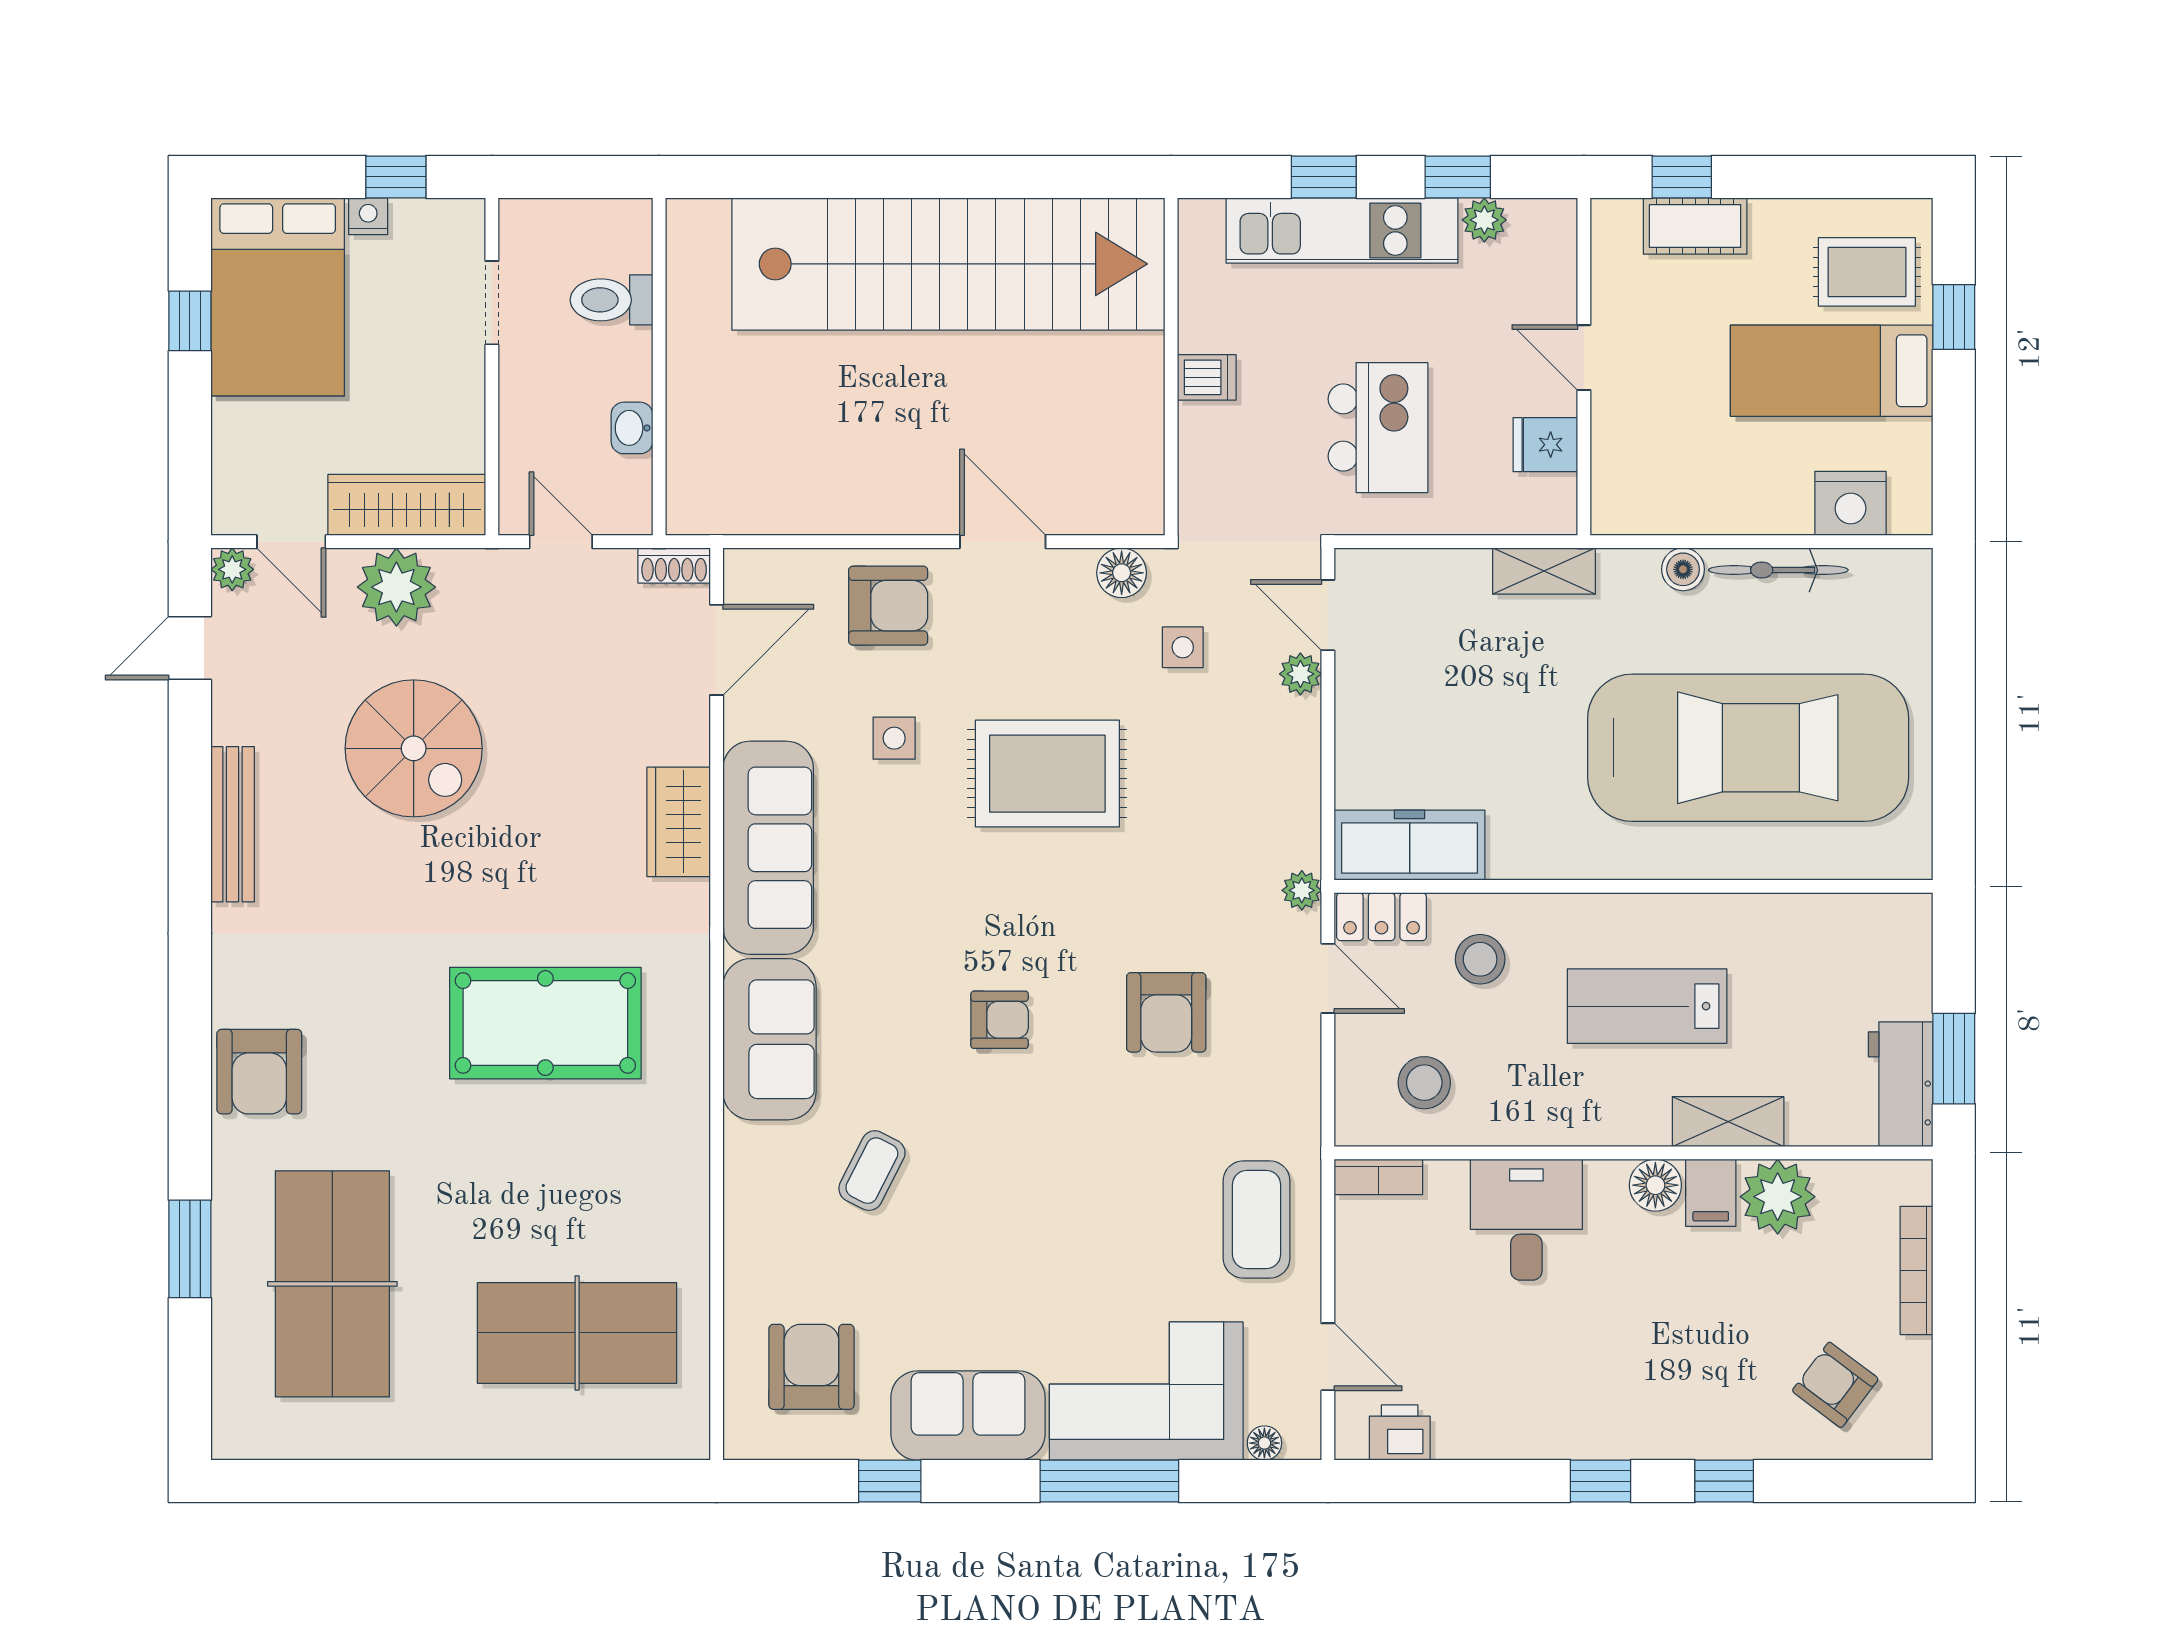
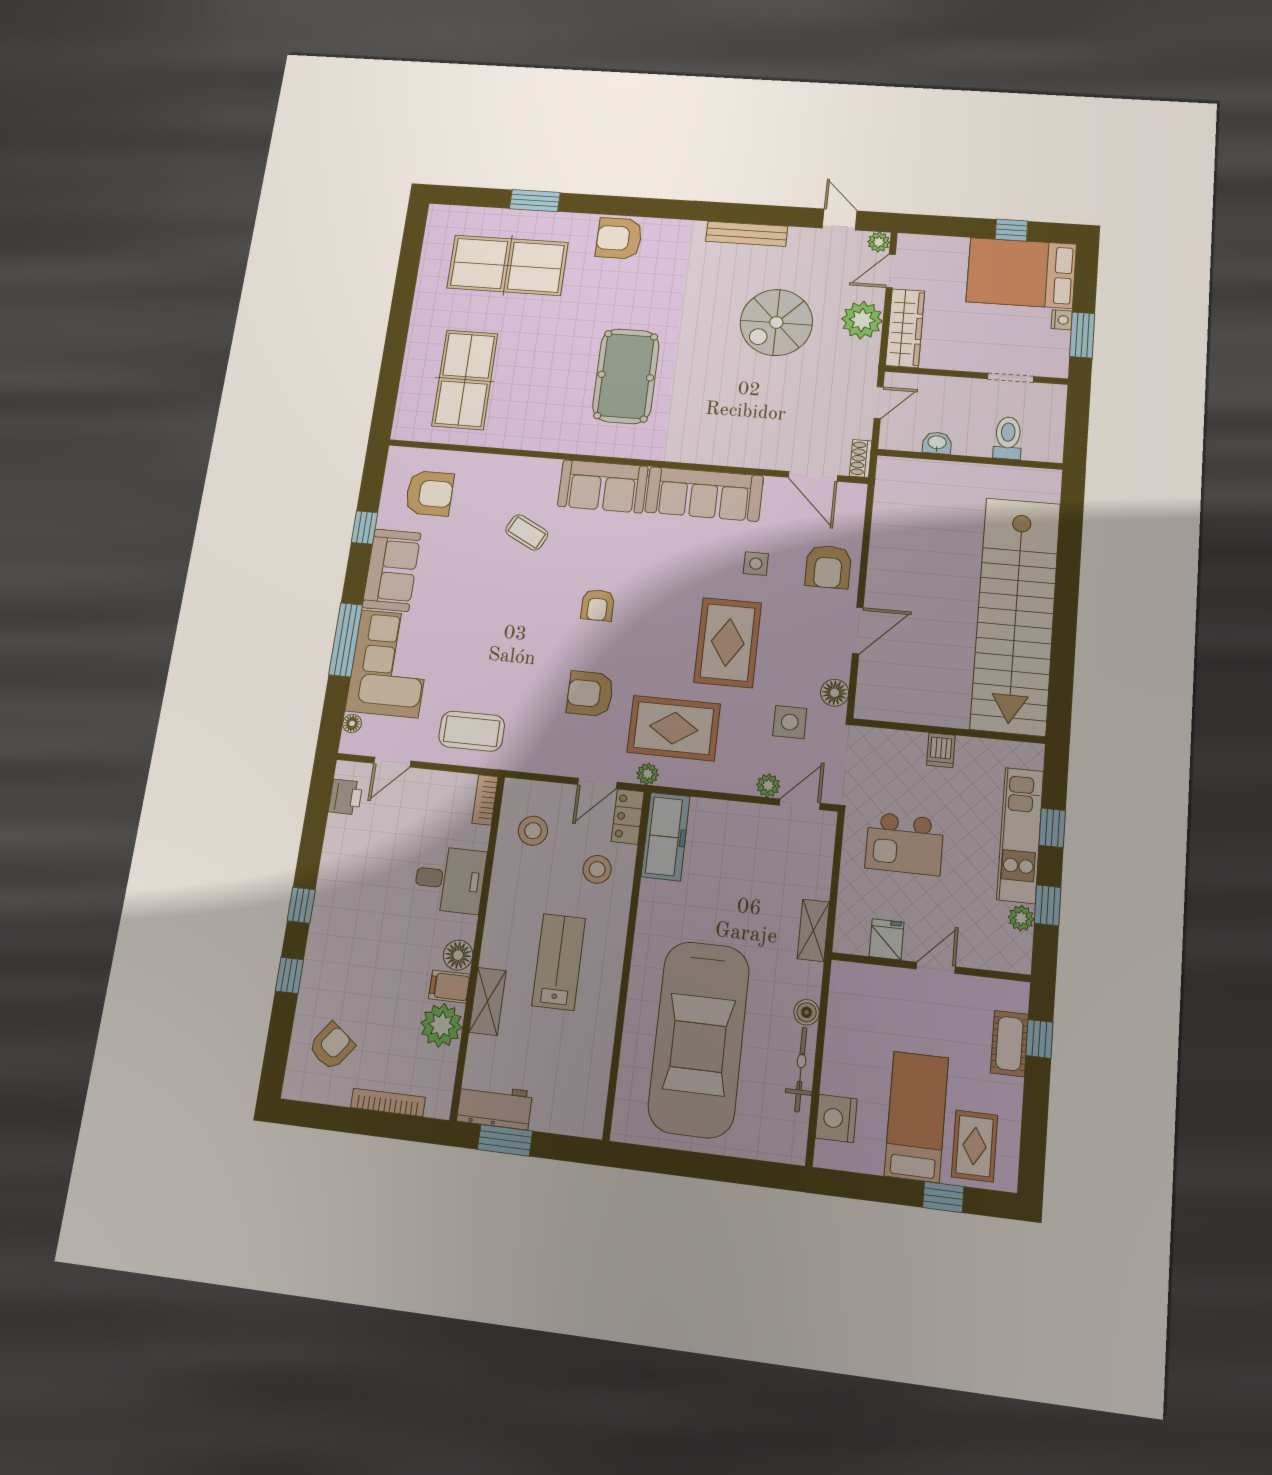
window: (396, 177) -> (1082, 335), width x1.50
side table: (1183, 647) -> (790, 722), width x1.37, depth x1.37
wardrobe: (679, 822) -> (723, 450), removed
rug: (1214, 853) -> (674, 728), added

